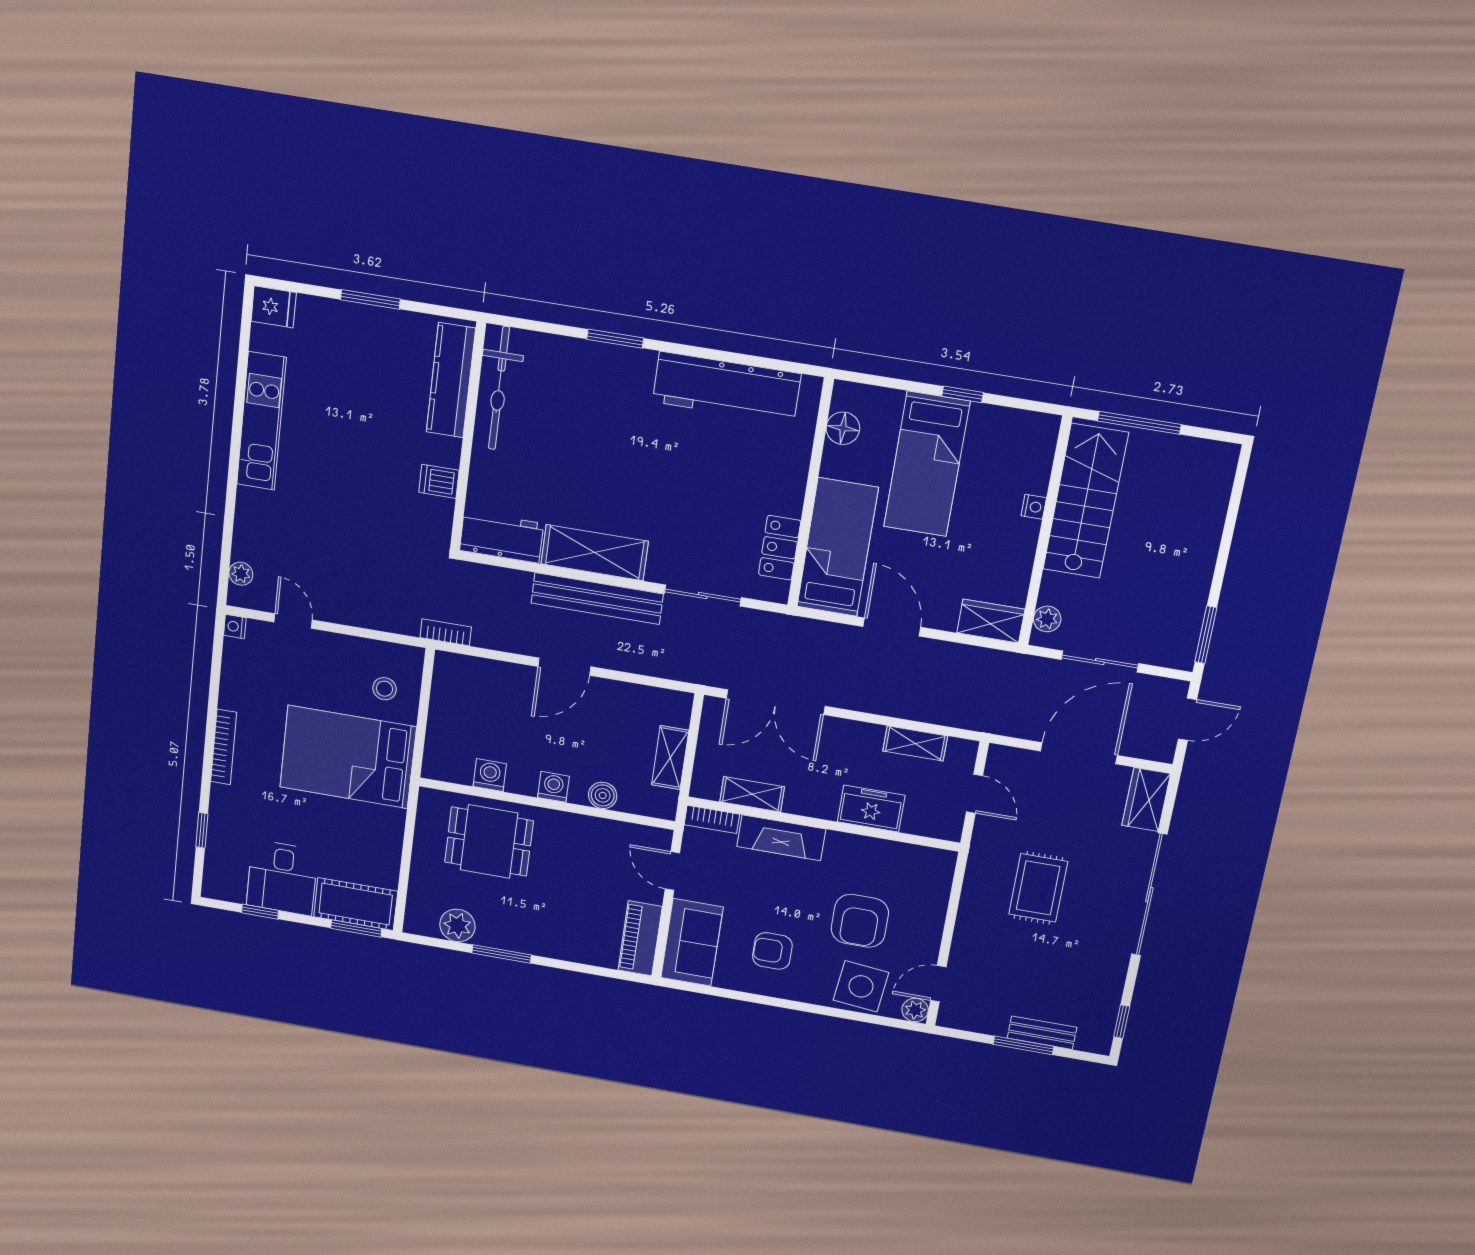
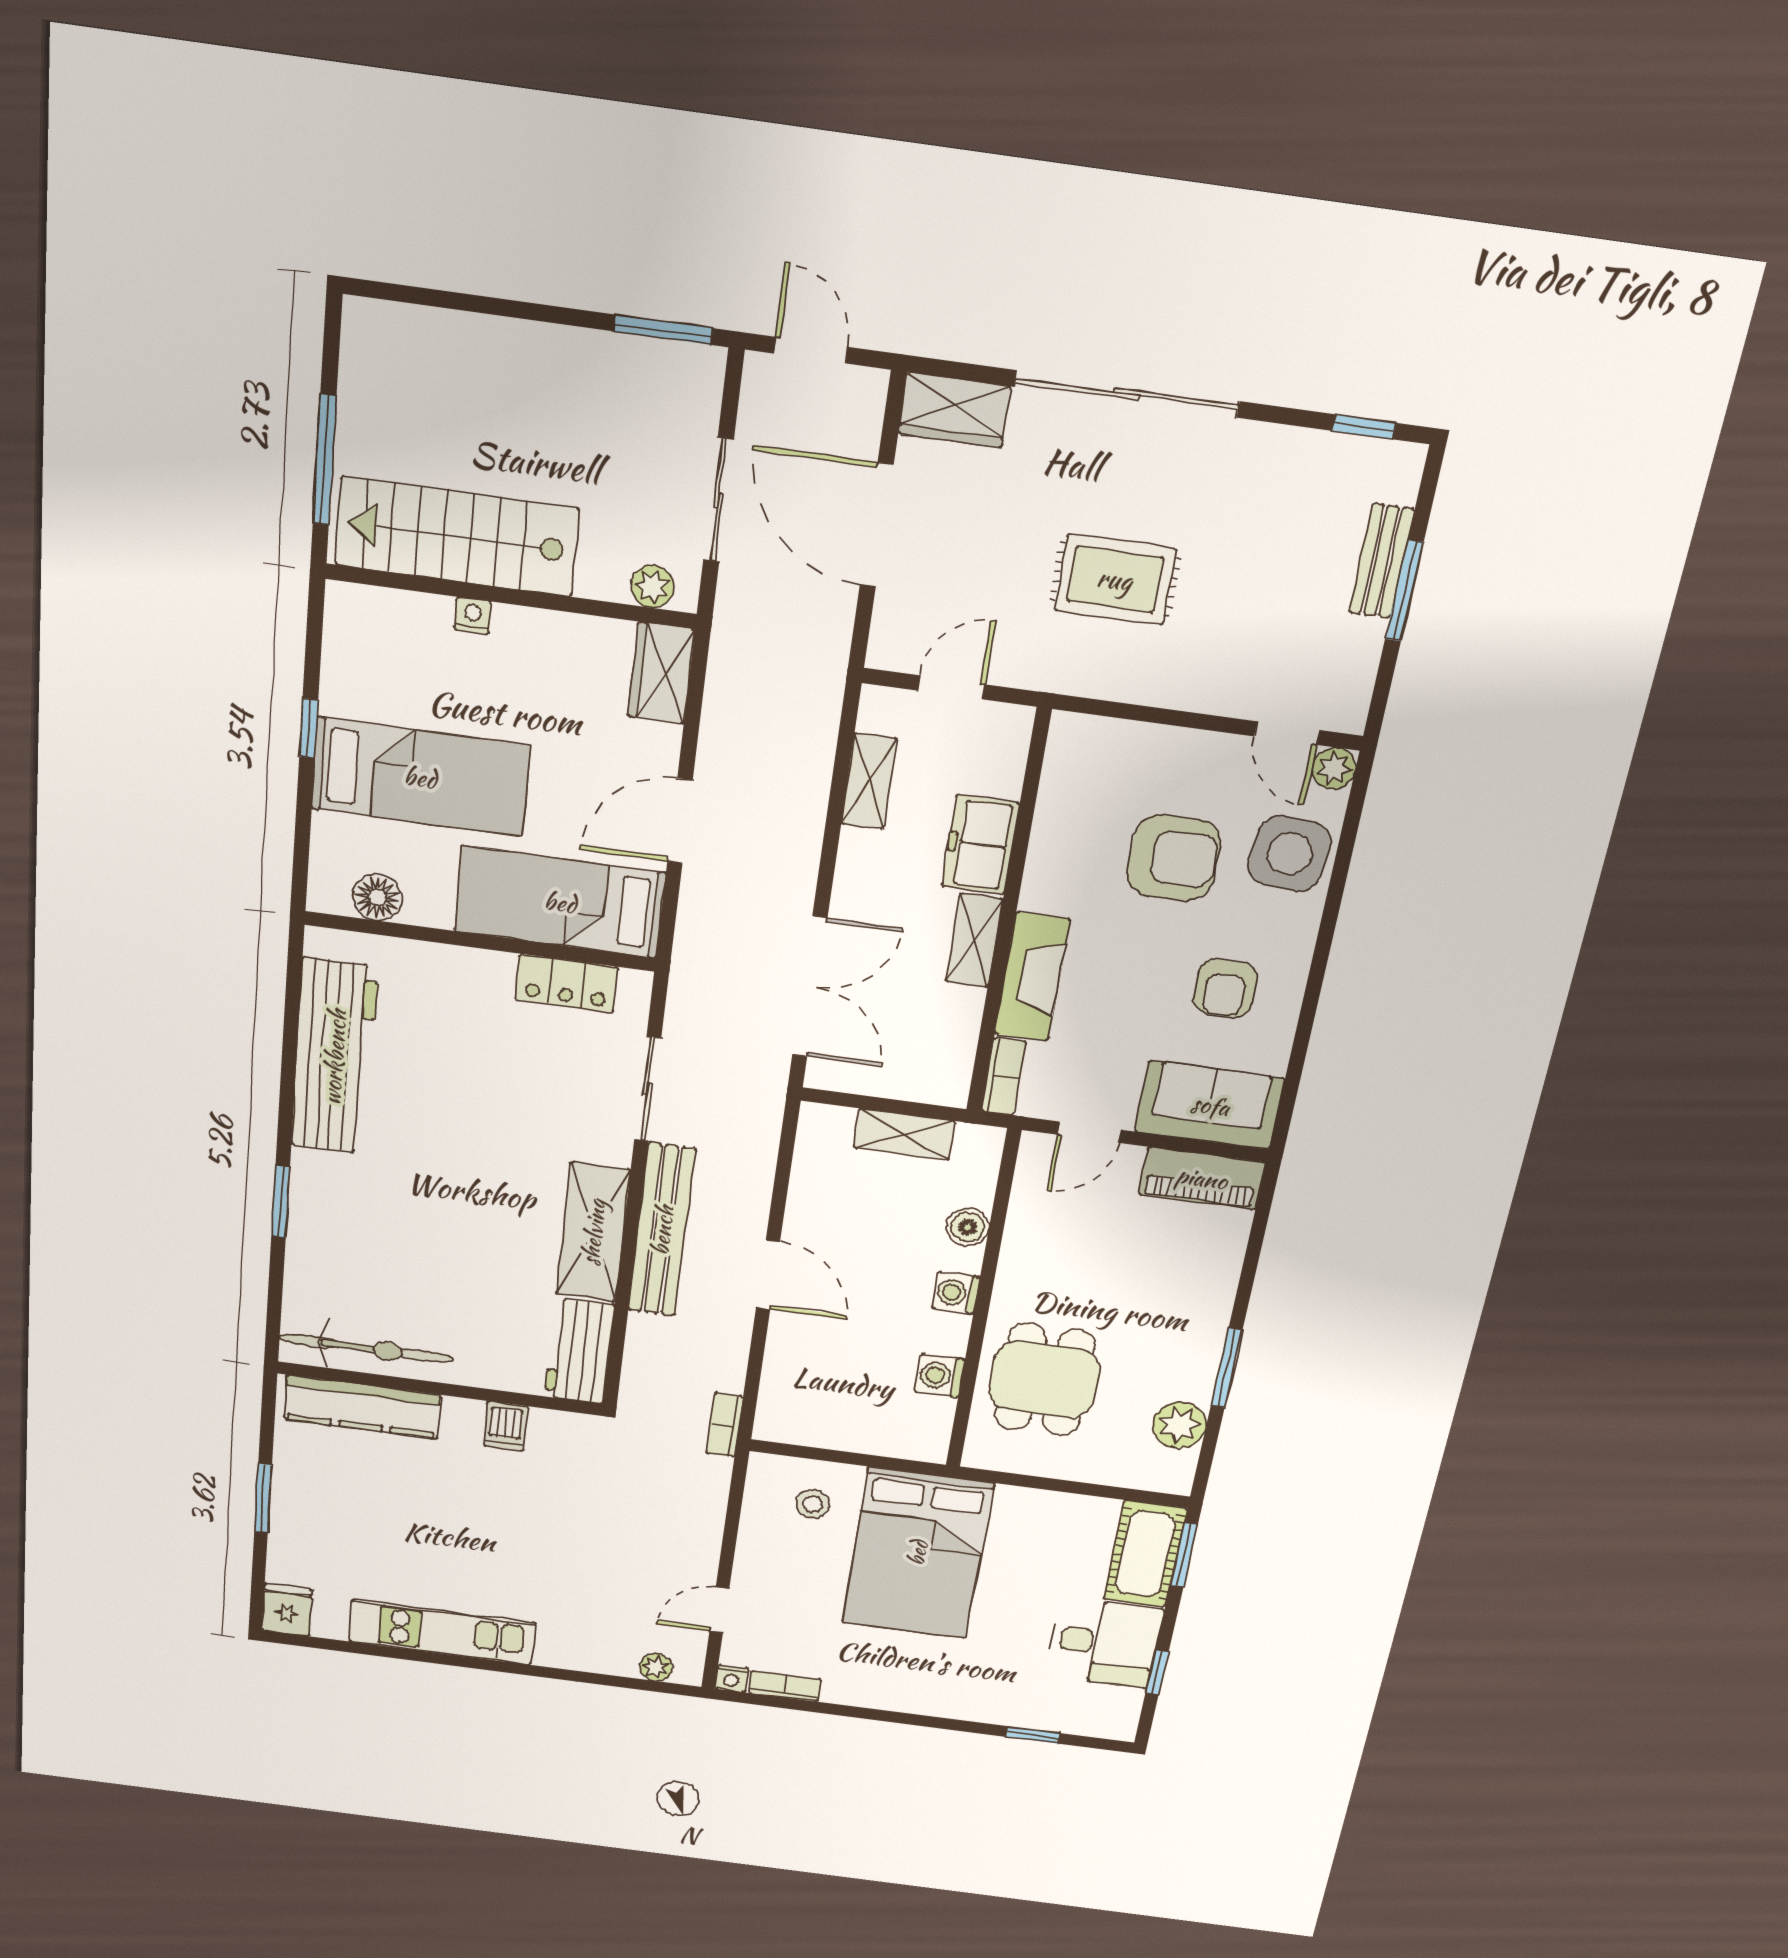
bookcase: (224, 747) -> (785, 1686), moved, width x0.64
shelving: (752, 794) -> (974, 940), moved

